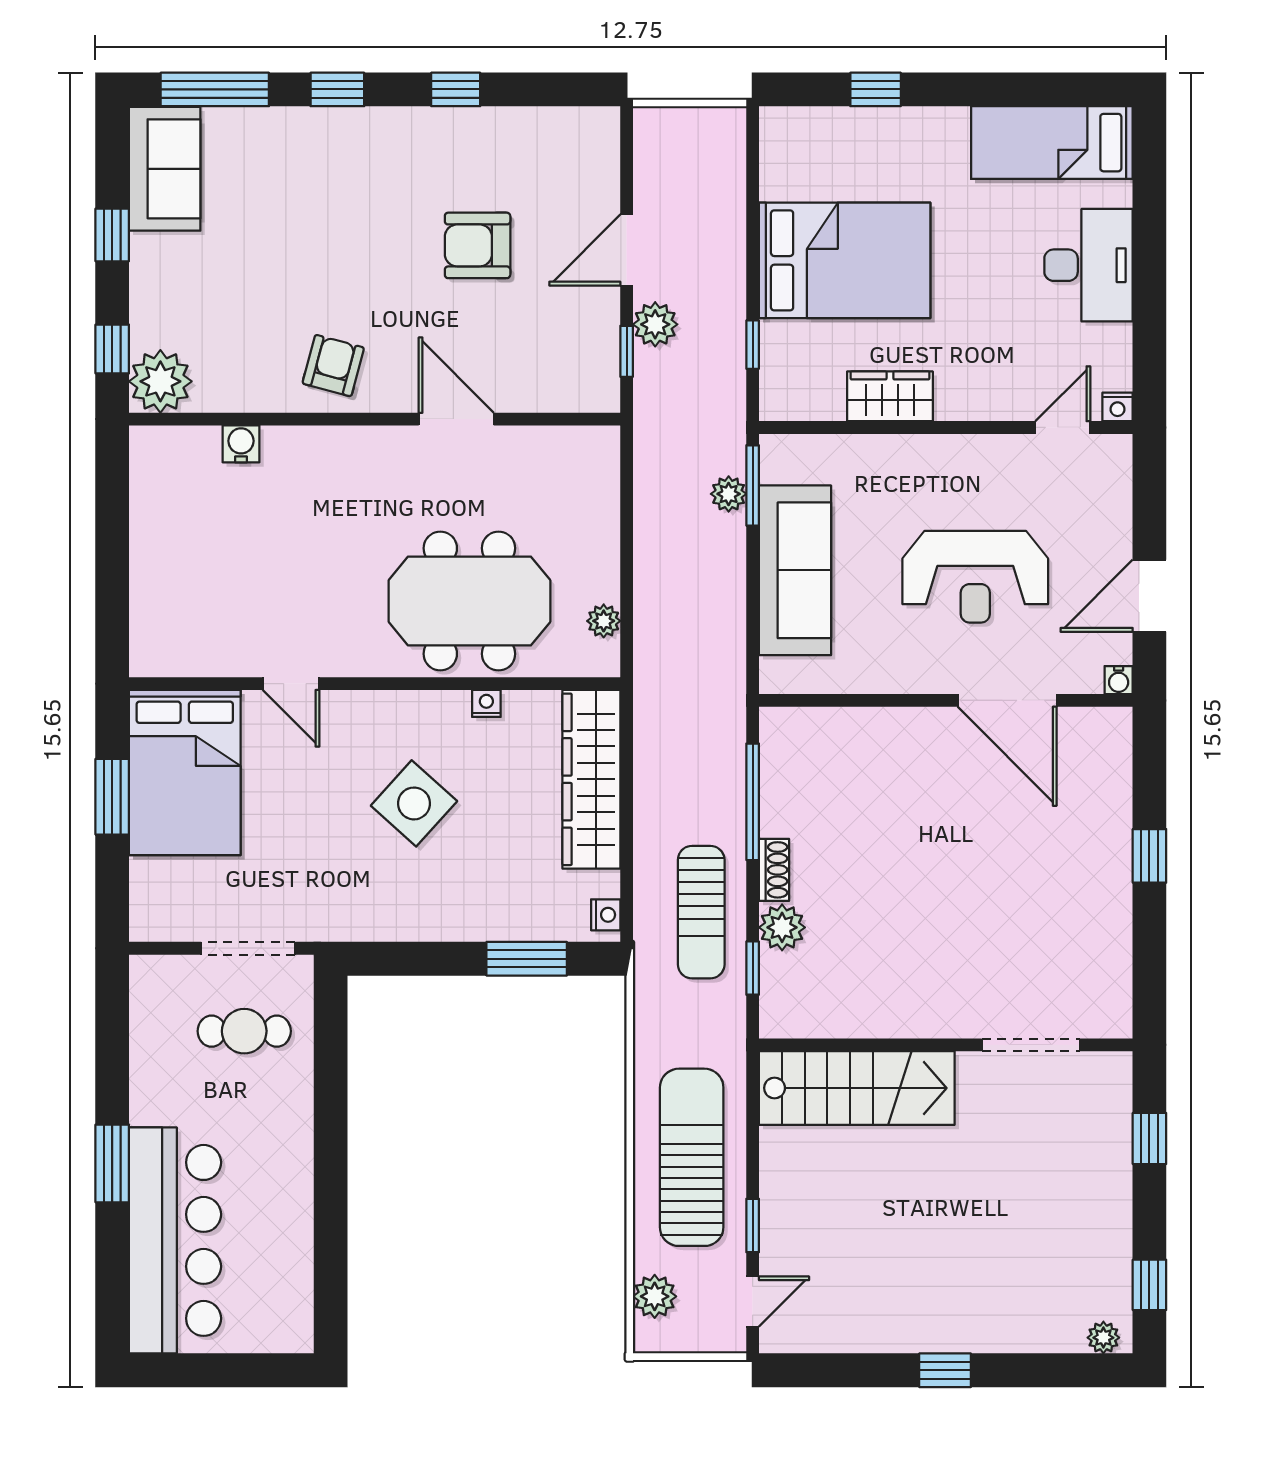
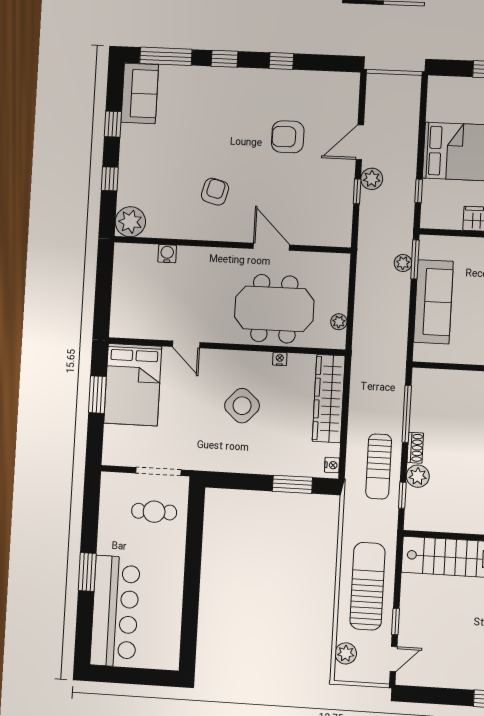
plant: (160, 381) -> (130, 222), moved
wall: (375, 419) -> (232, 245), moved
door: (456, 419) -> (271, 247), moved
water cooler: (241, 444) -> (167, 254), moved

